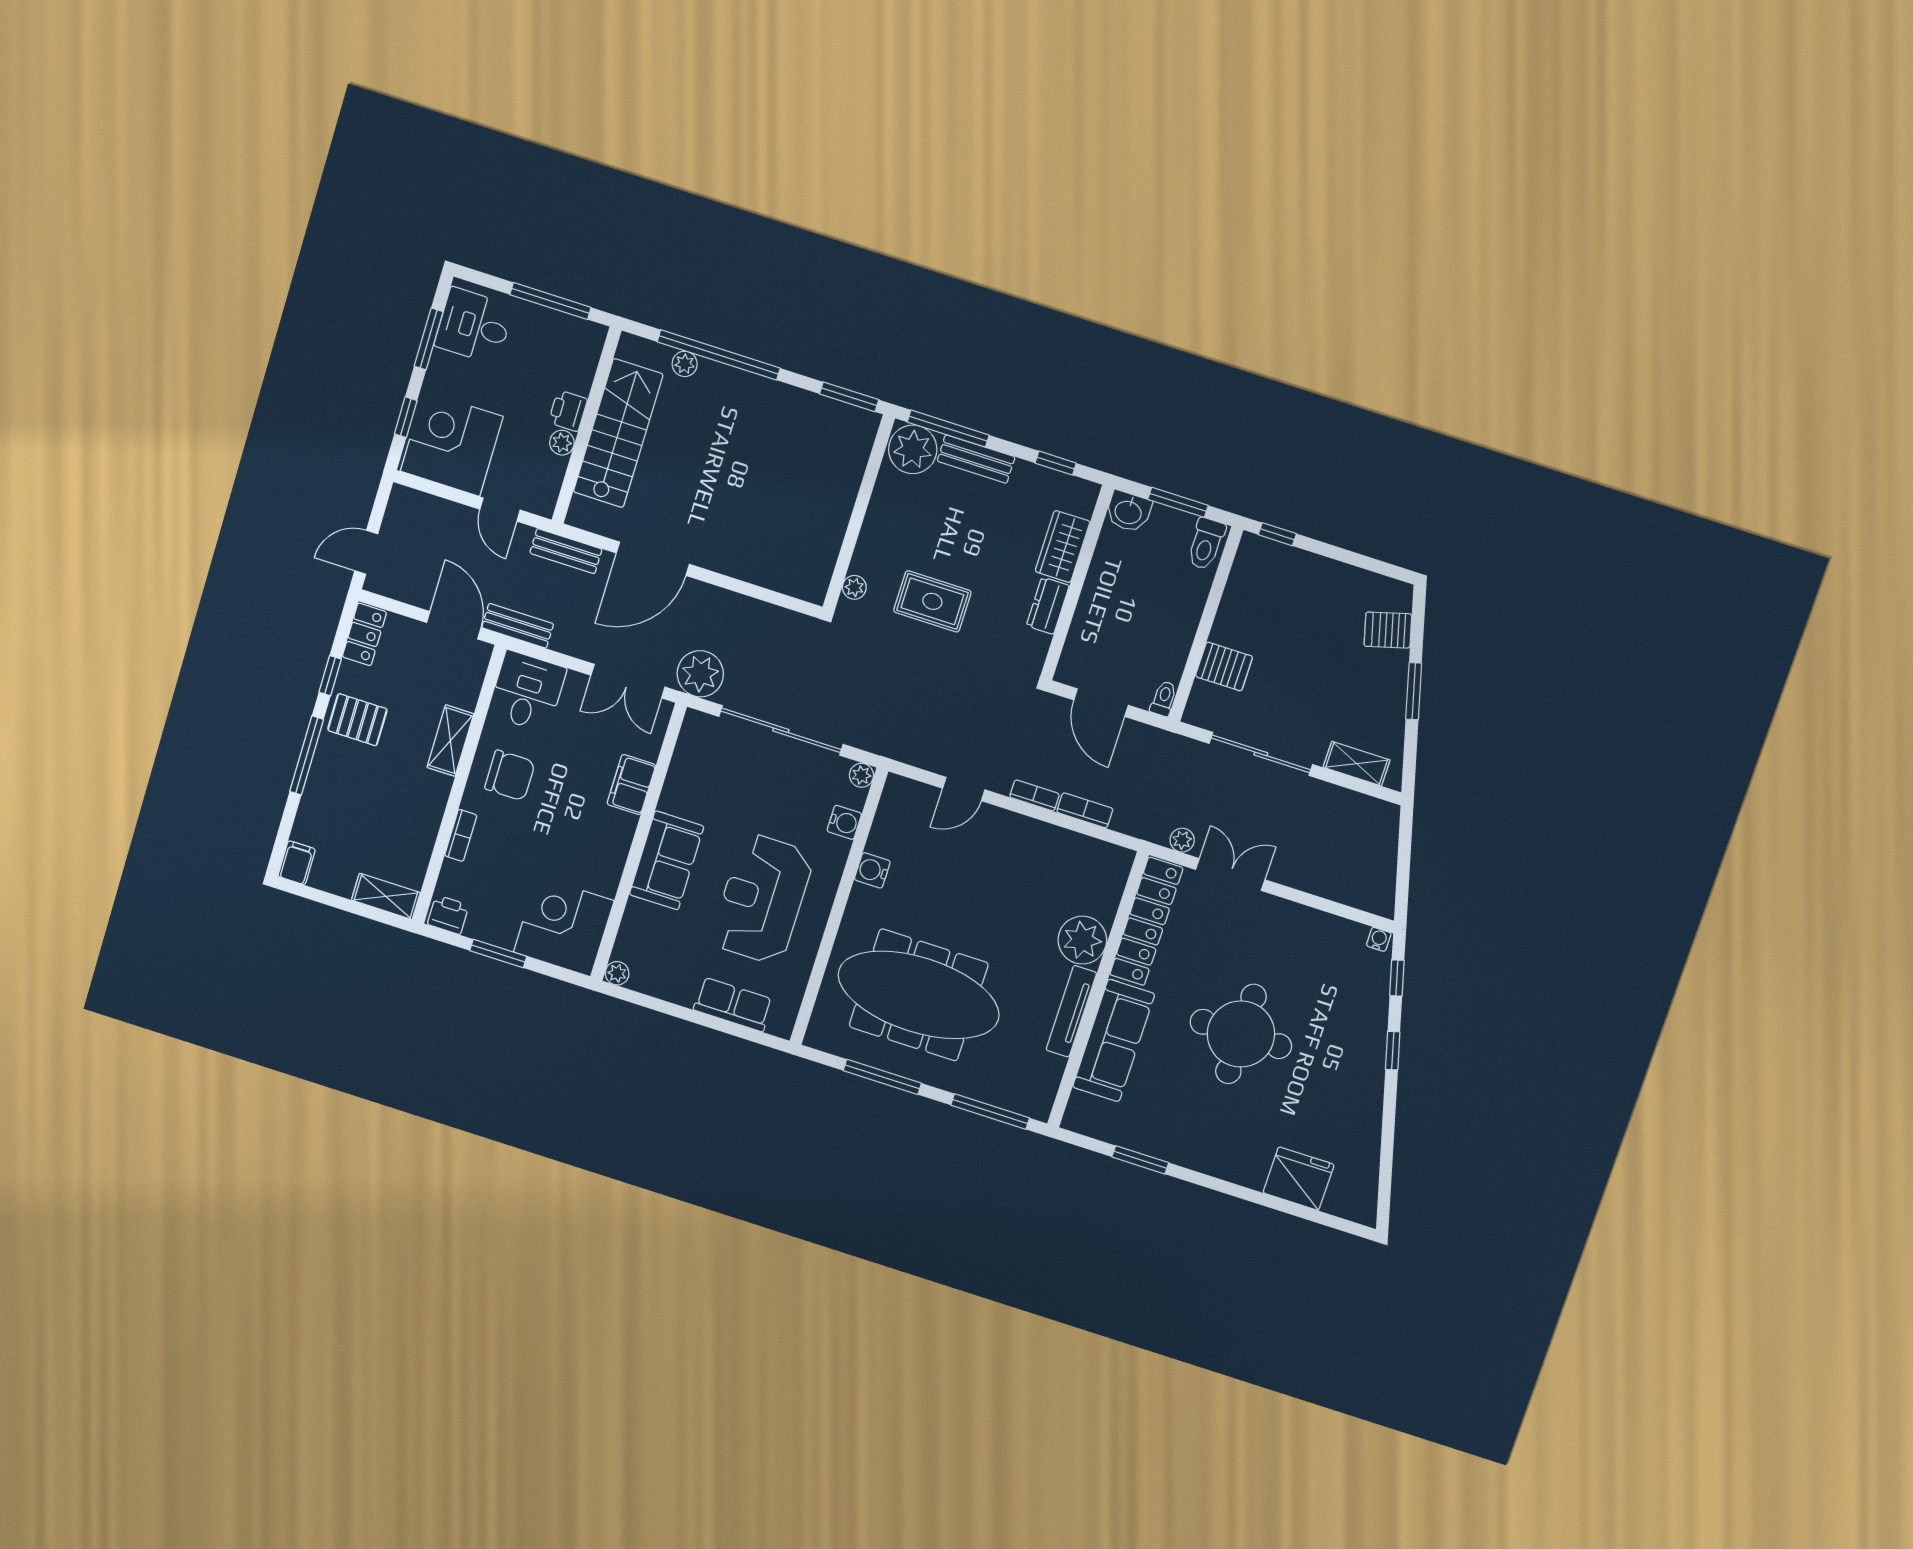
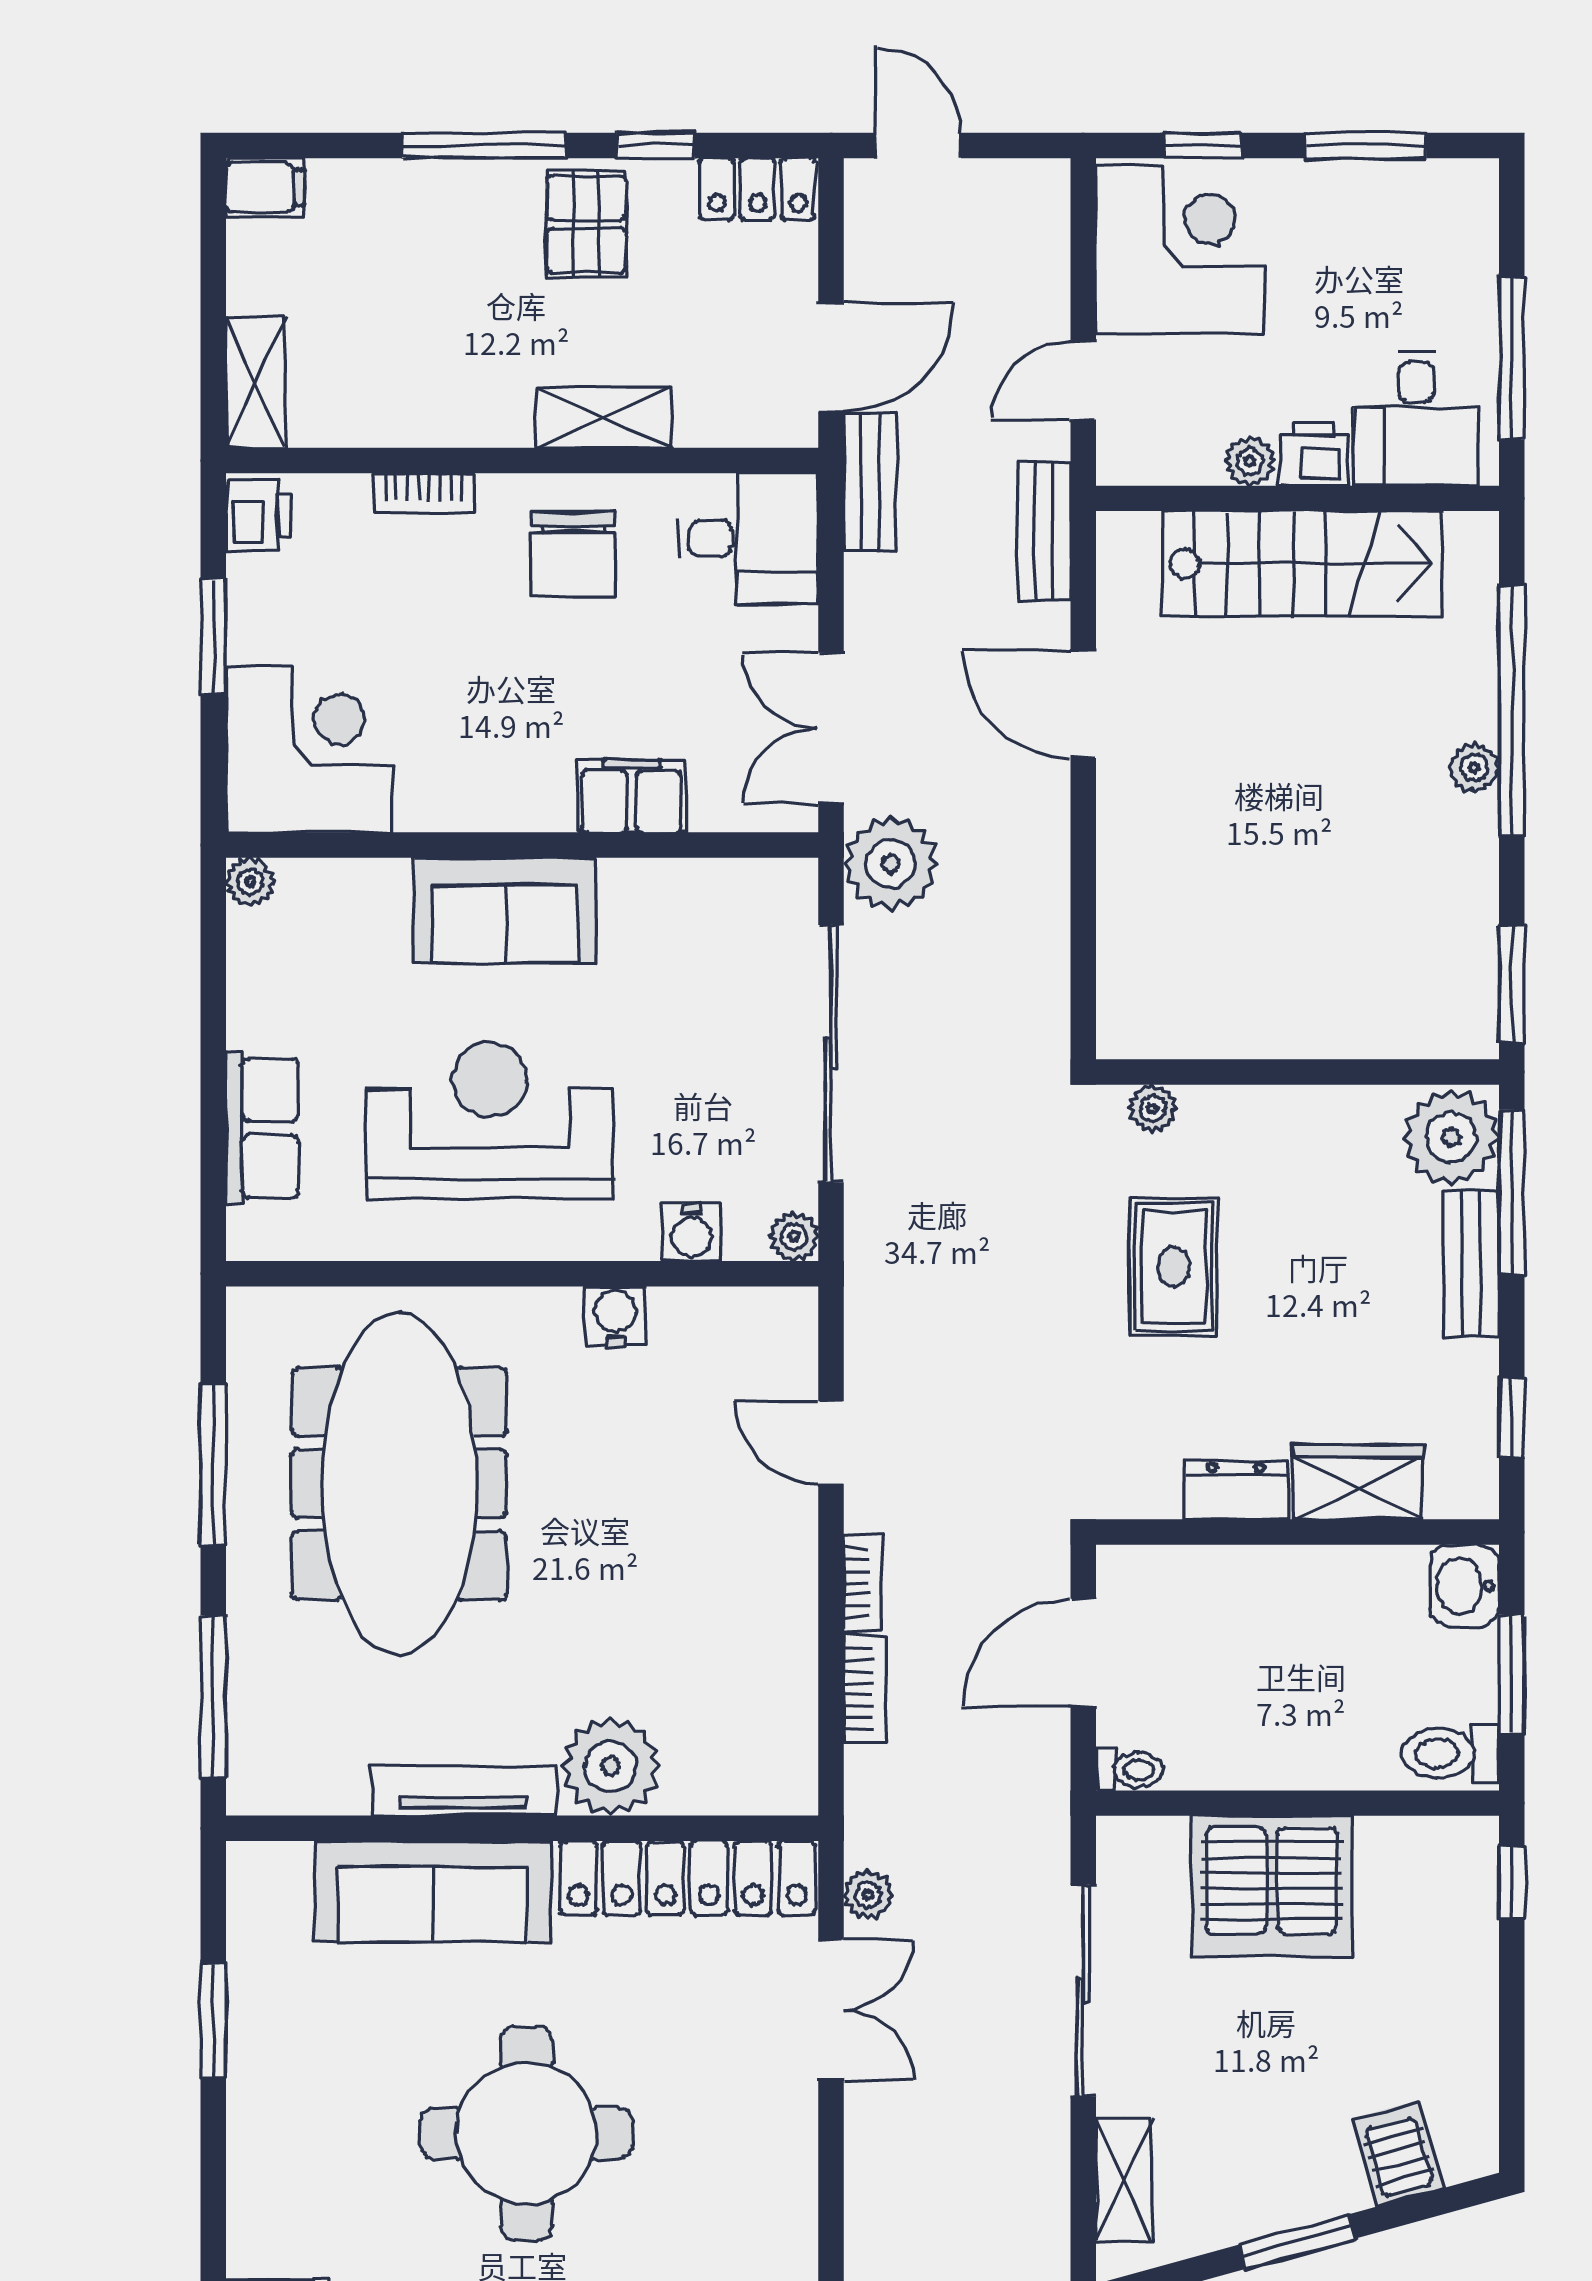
desk: (474, 326) -> (1416, 419), moved, turned 180
plant: (685, 364) -> (1474, 768), moved
door: (653, 559) -> (1083, 704), width x0.73
server rack: (1224, 666) -> (1272, 1886), width x2.18, depth x1.44

